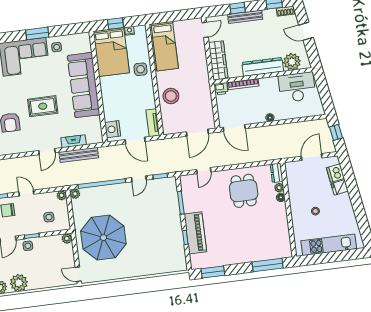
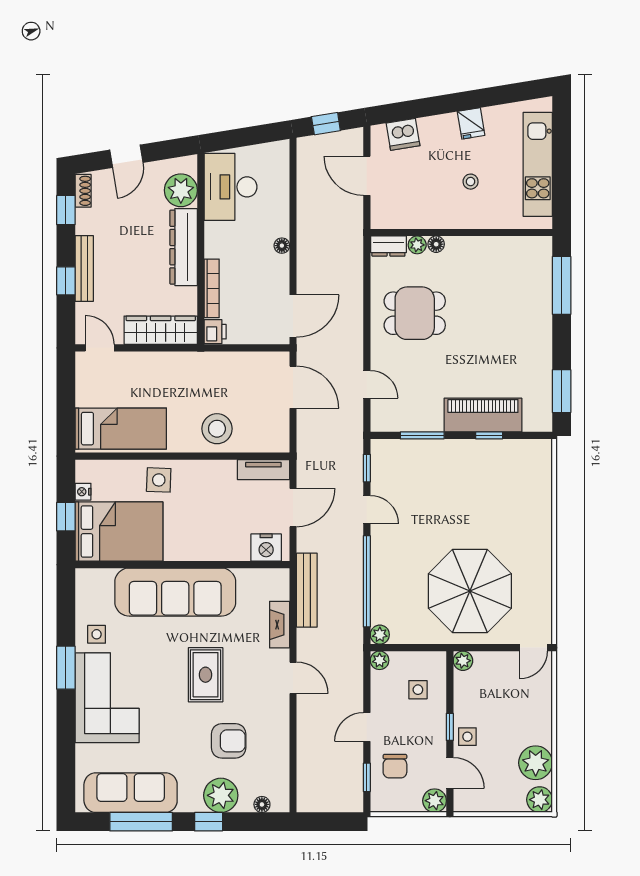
bench: (79, 155) -> (307, 590), moved
fridge: (340, 187) -> (471, 123), moved

